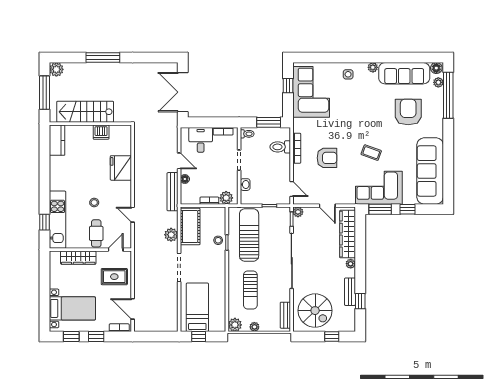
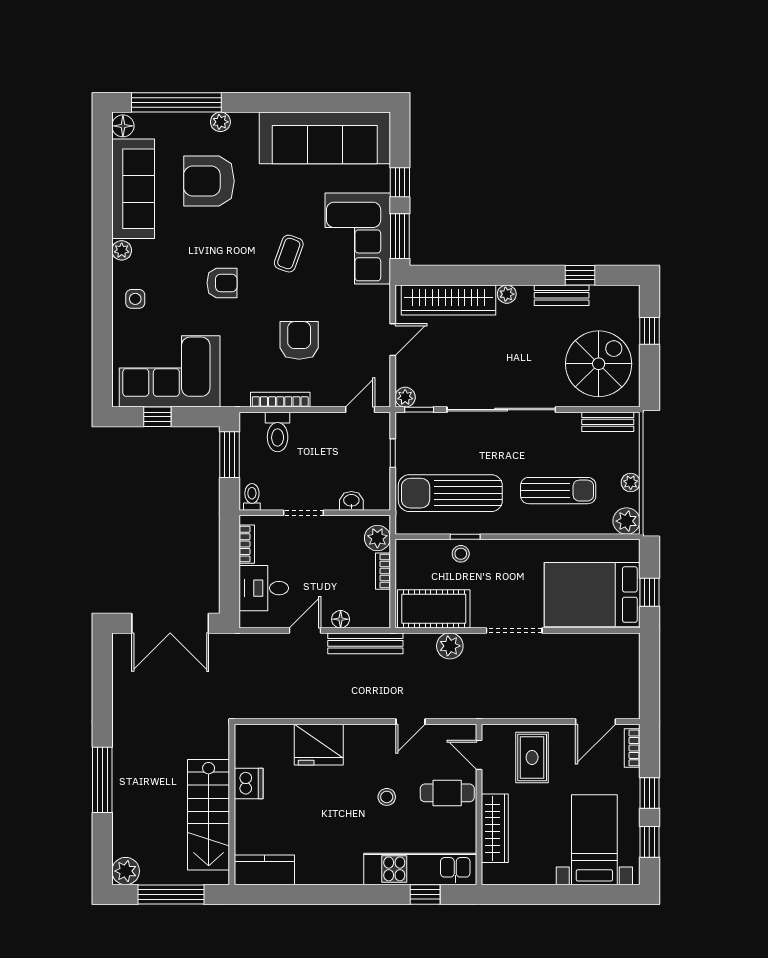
plant: (438, 82) -> (220, 122), moved
armchair: (356, 119) -> (222, 283), added
bed: (197, 307) -> (592, 595), width x1.50

